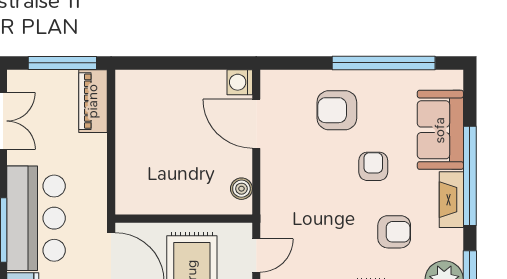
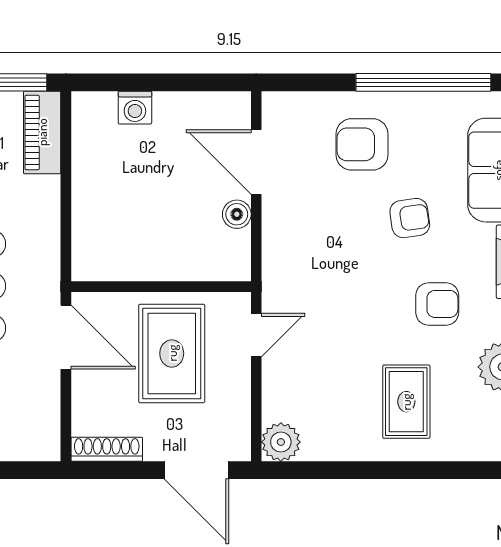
washing machine: (240, 82) -> (135, 108), moved, turned -90
armchair: (373, 166) -> (410, 218), turned 82
boiler: (241, 189) -> (237, 214), moved

